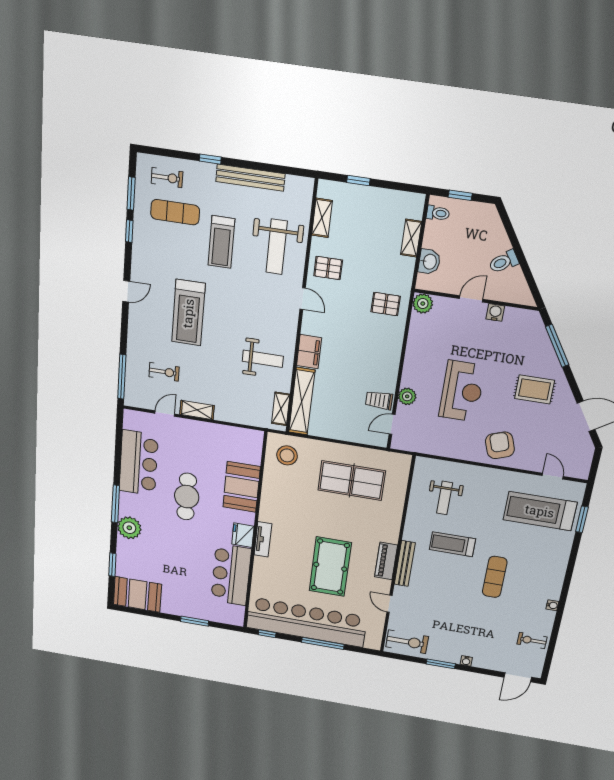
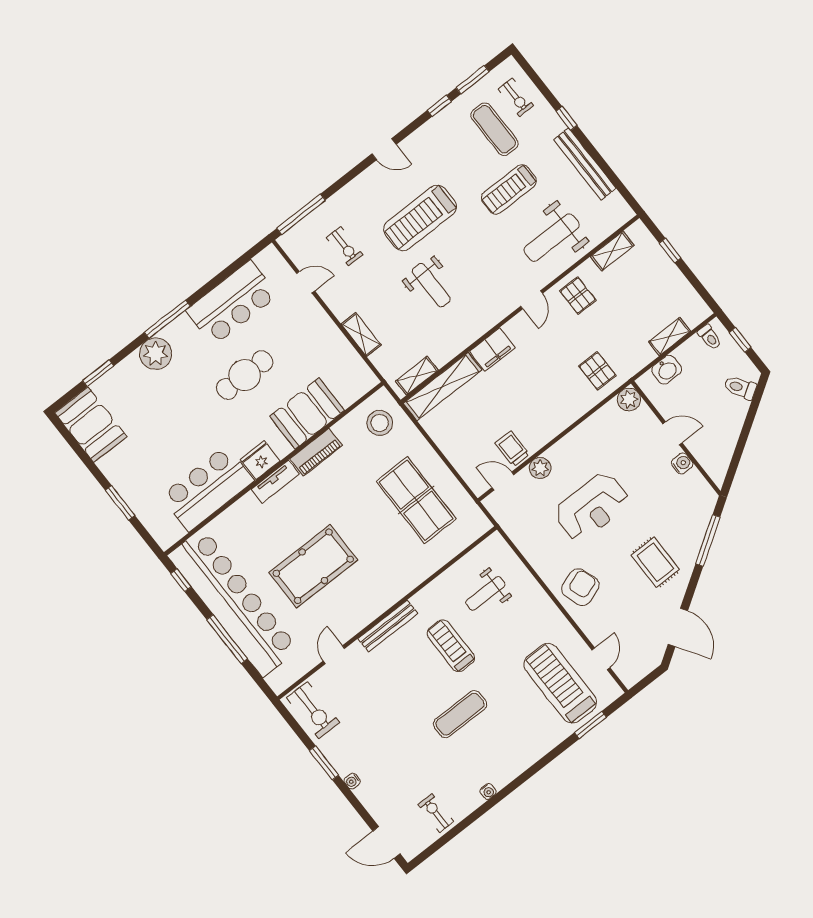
toilet: (504, 262) -> (740, 388), moved
weight bench: (263, 359) -> (431, 285), moved
shelving: (197, 410) -> (361, 335), moved
piano: (386, 561) -> (316, 452), moved, turned 180

